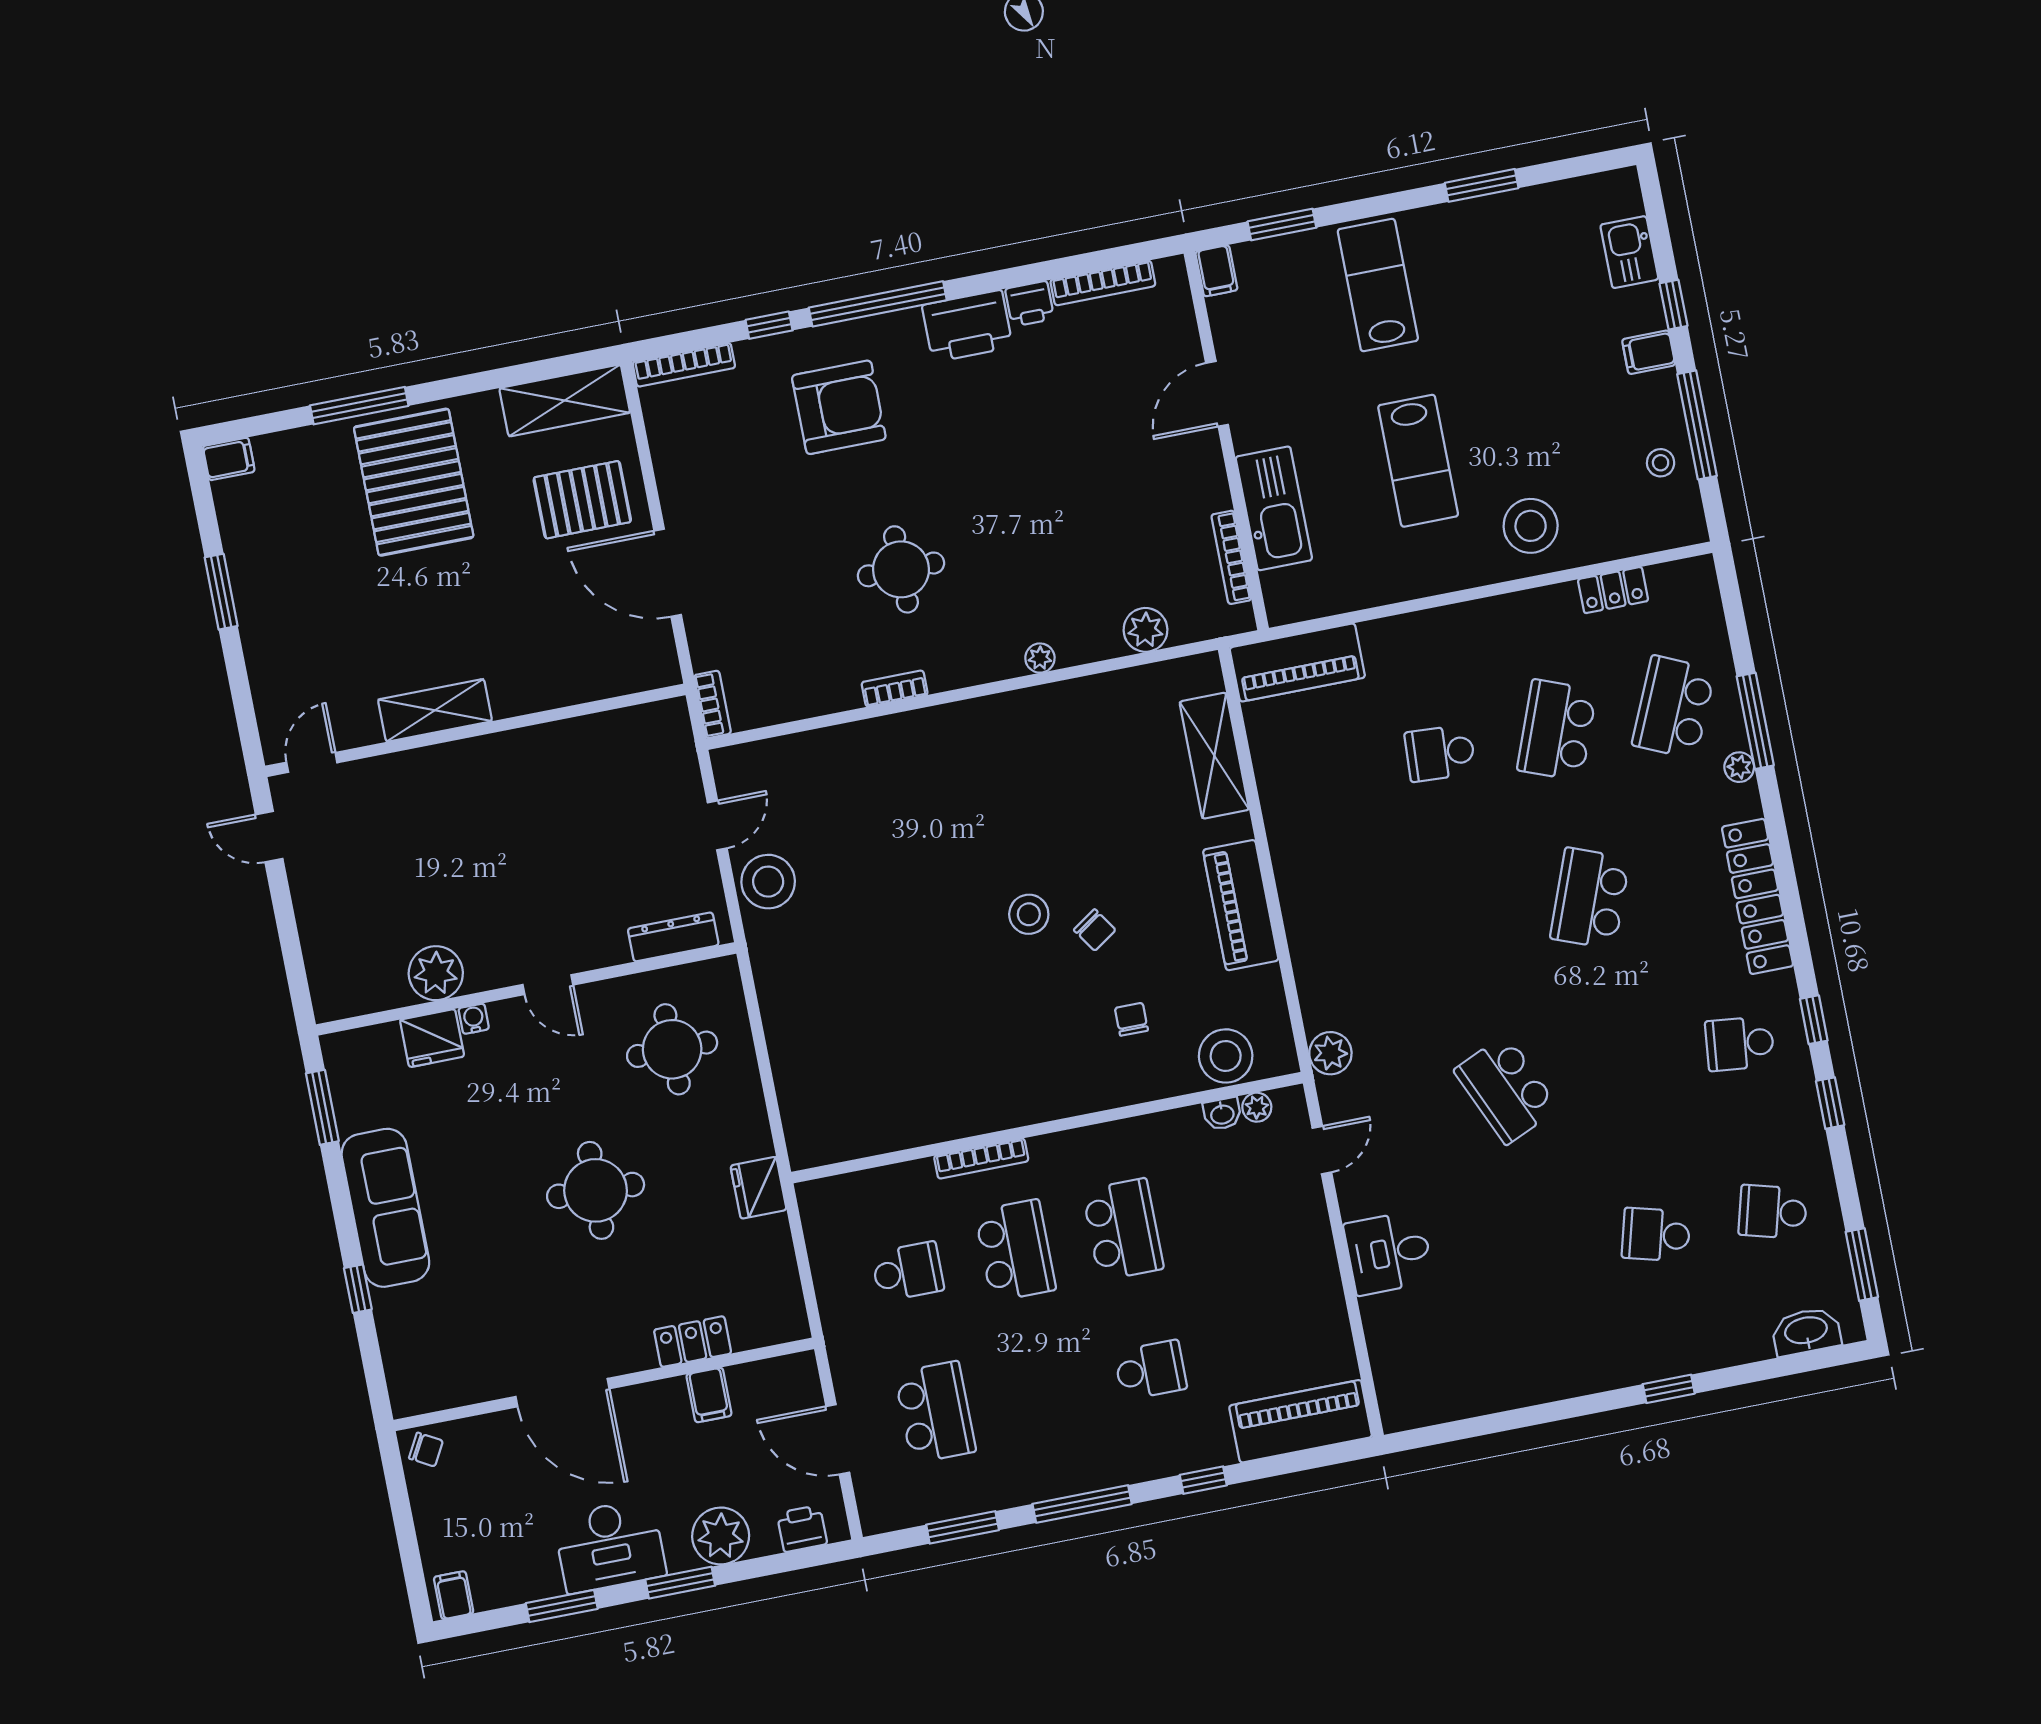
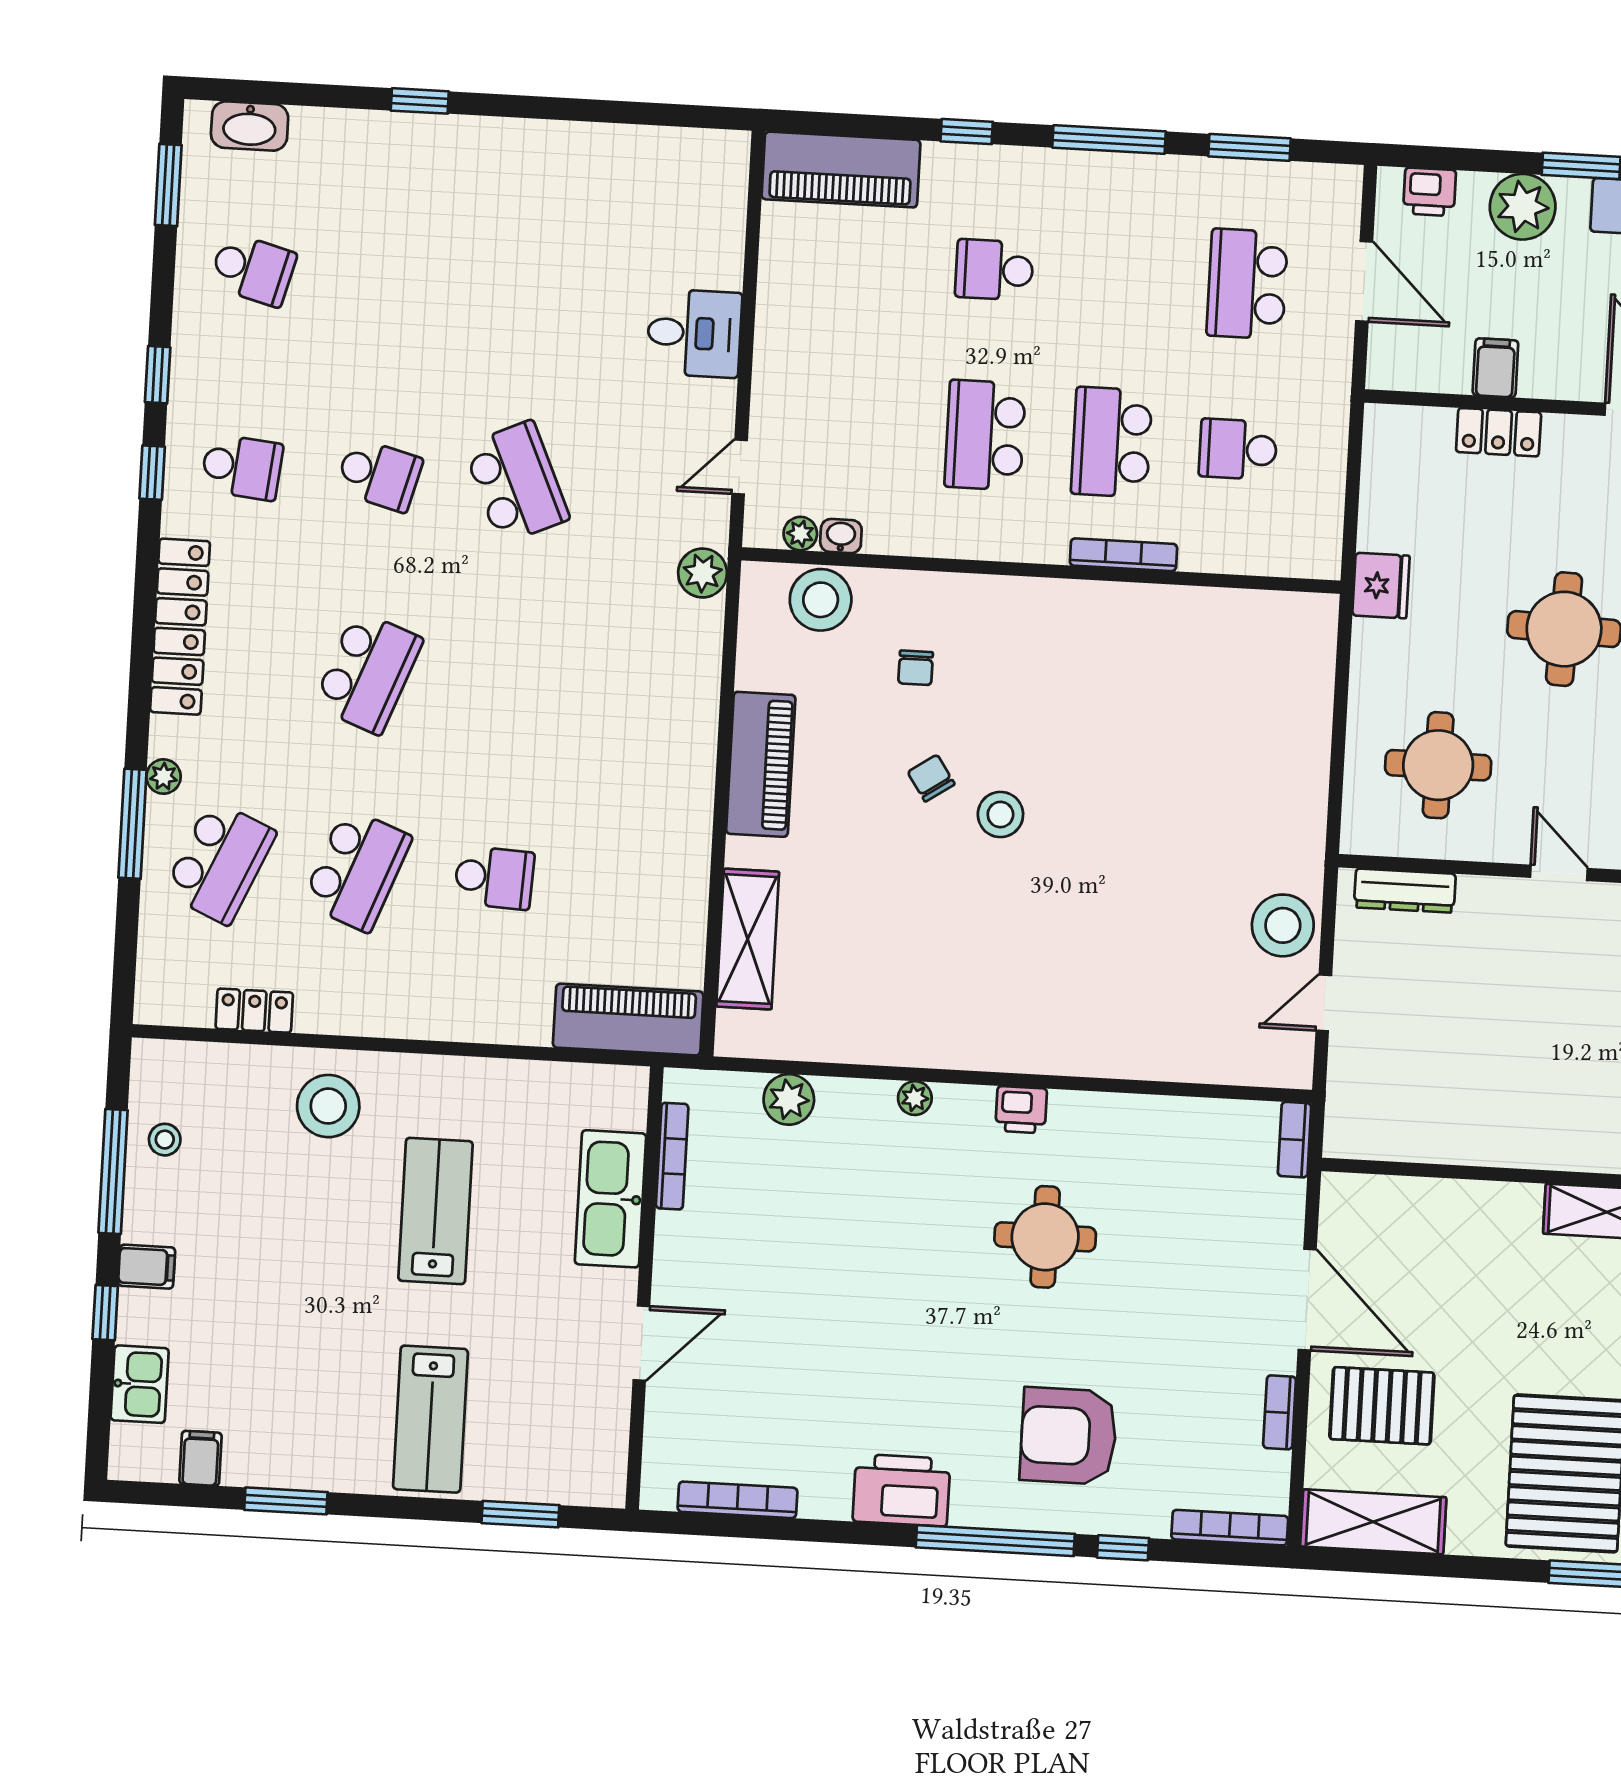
filing cabinet: (1216, 271) -> (201, 1458), moved
printer: (1030, 304) -> (1021, 1110), moved, turned 180
bookcase: (895, 689) -> (1280, 1412), moved, turned 90
school desk: (1656, 1235) -> (379, 475), moved

